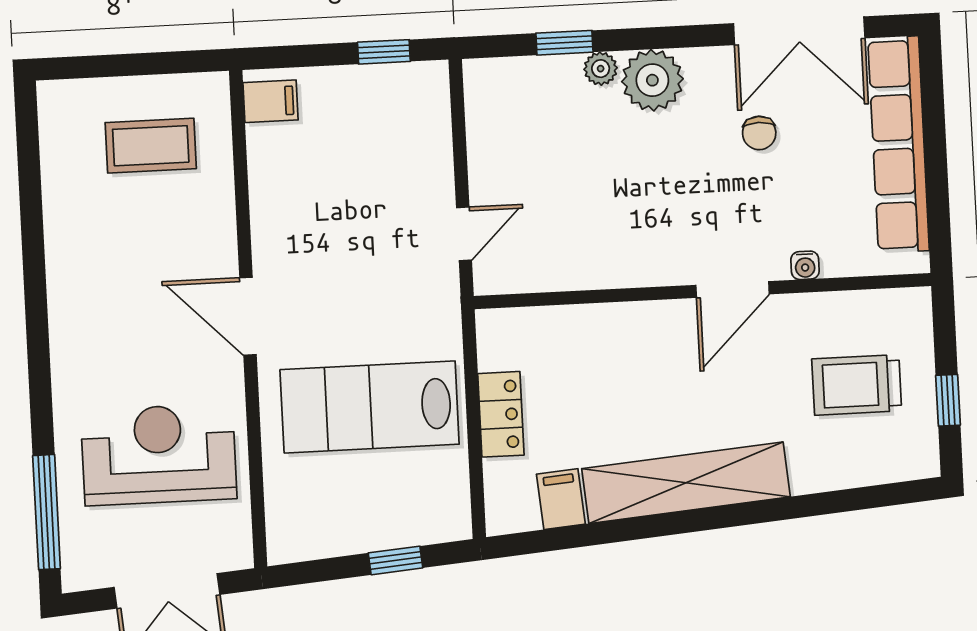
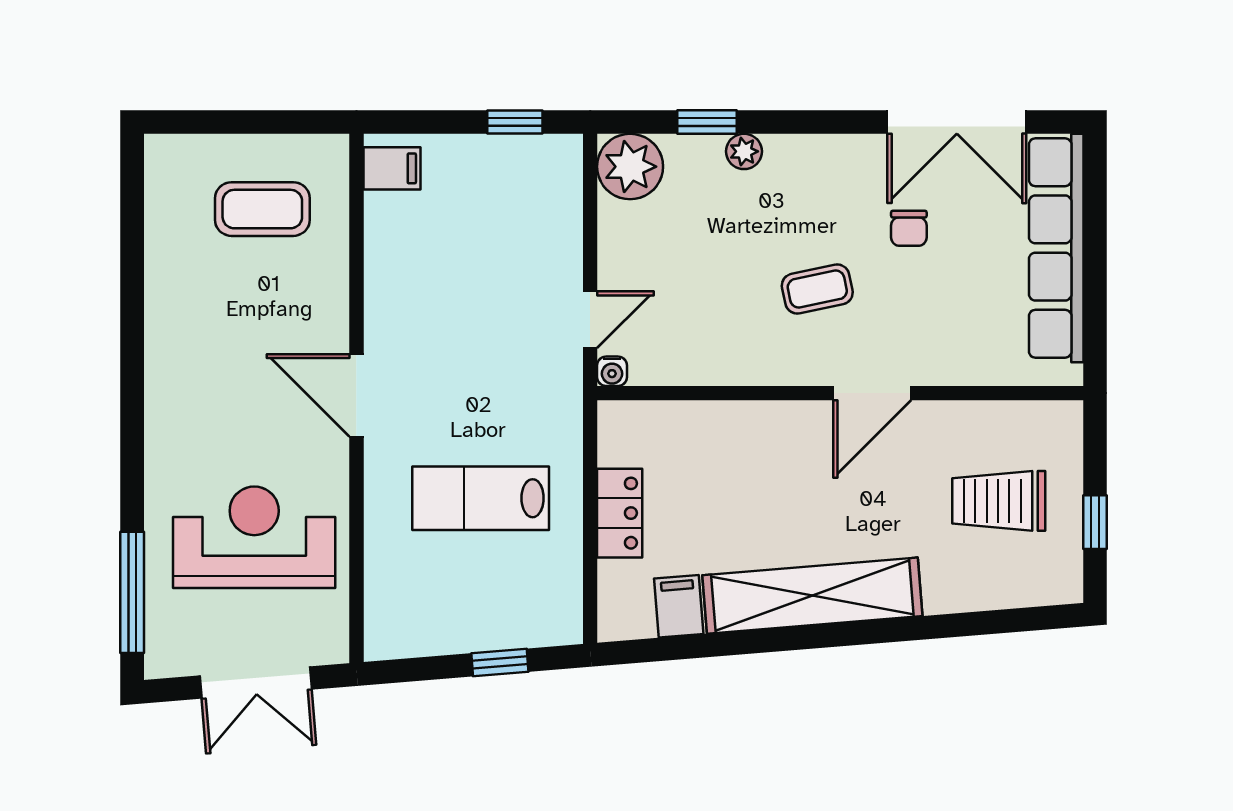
plant: (652, 80) -> (630, 167), moved
coffee table: (676, 194) -> (817, 289), added
water cooler: (805, 265) -> (612, 371), moved
lab bench: (370, 407) -> (481, 498), width x0.73, depth x0.72

